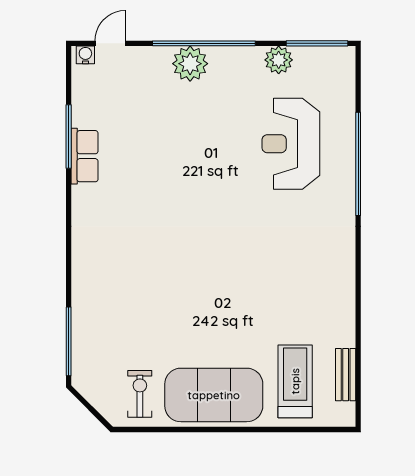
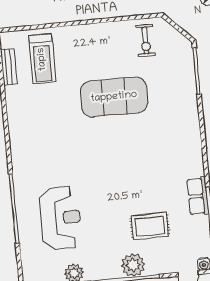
rug: (160, 119) -> (150, 226), added
exercise mat: (214, 395) -> (114, 97), moved

